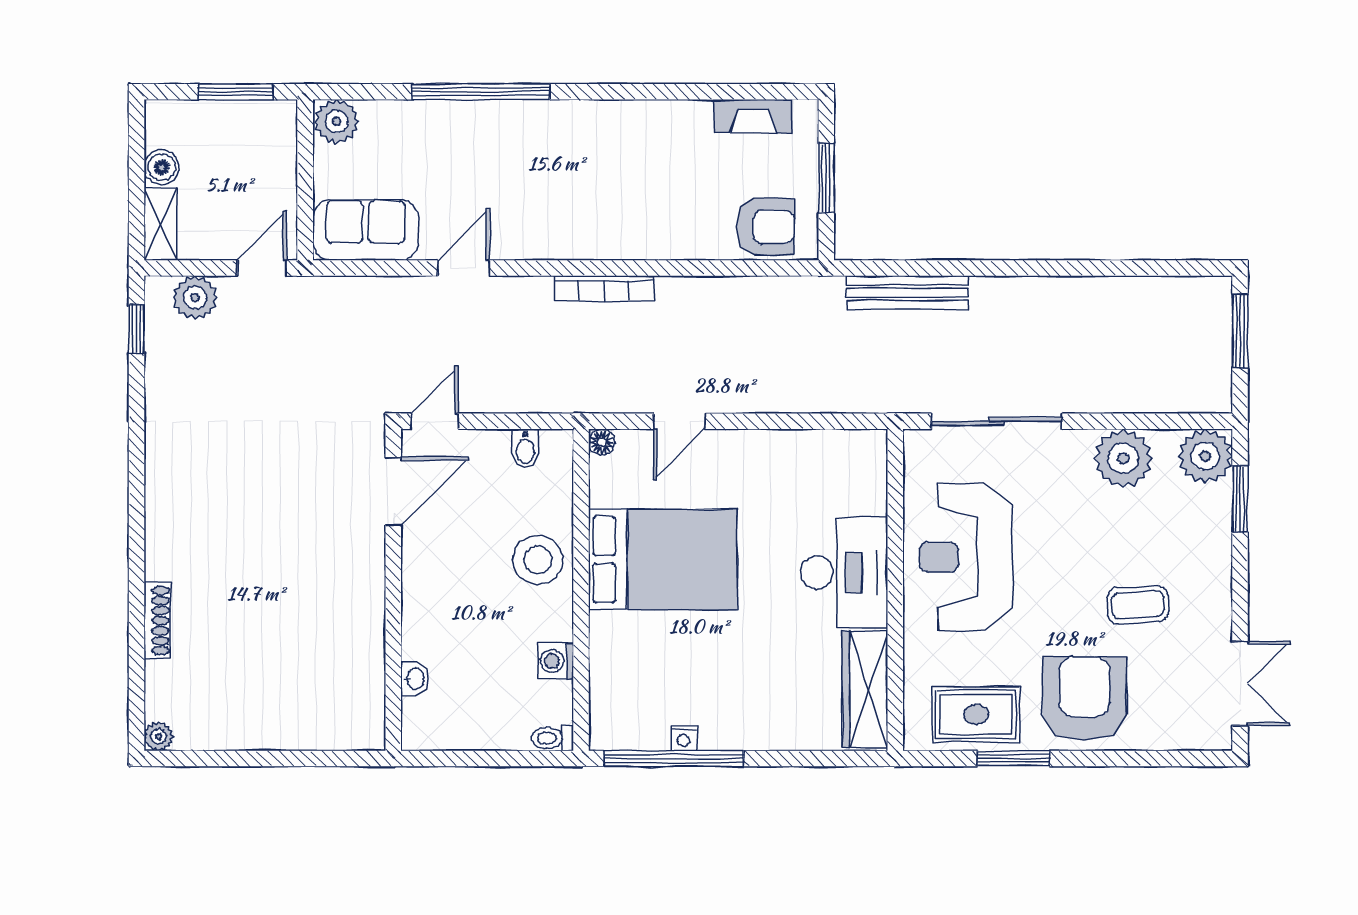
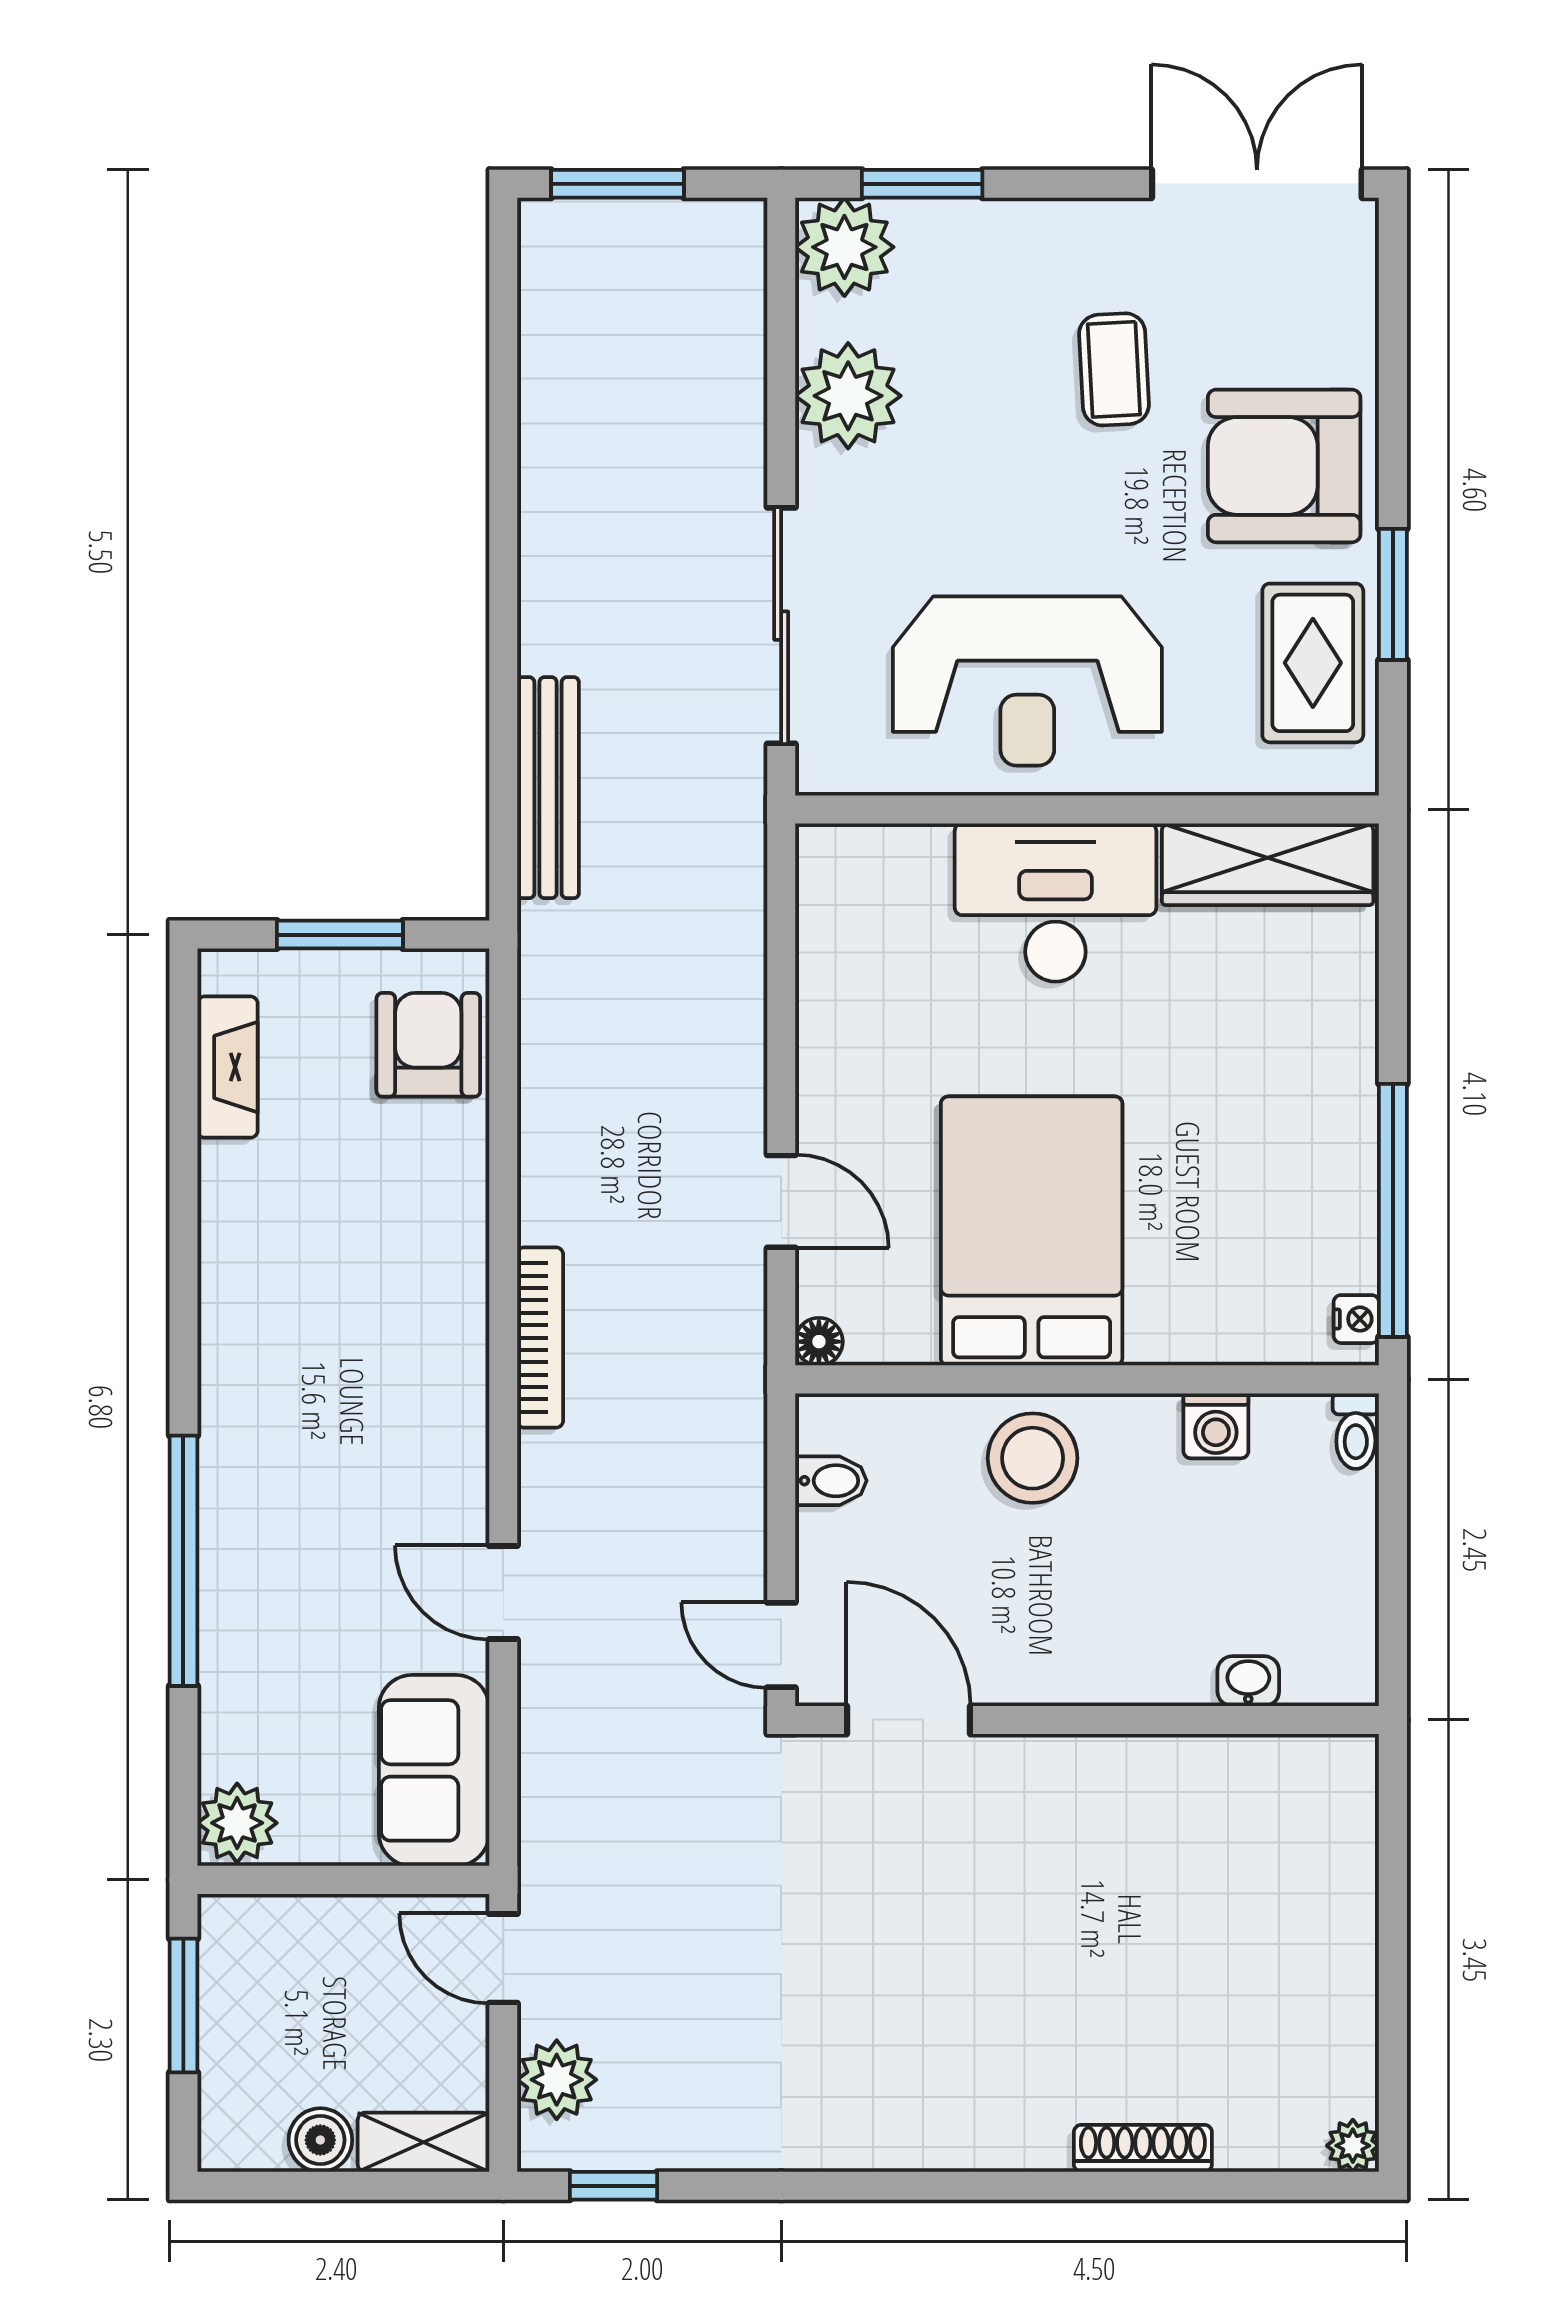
double door: (1240, 684) -> (1257, 184), width x1.37
nightstand: (684, 738) -> (1356, 1319), moved

